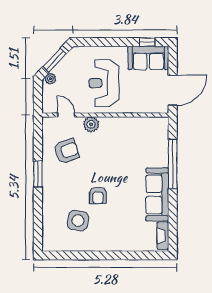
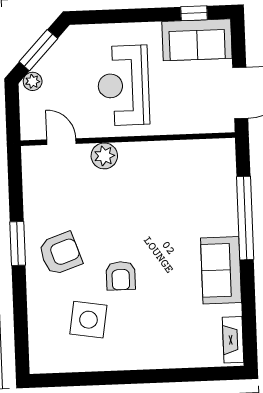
armchair: (66, 151) -> (60, 254), moved
sofa: (157, 194) -> (221, 270), width x0.73

